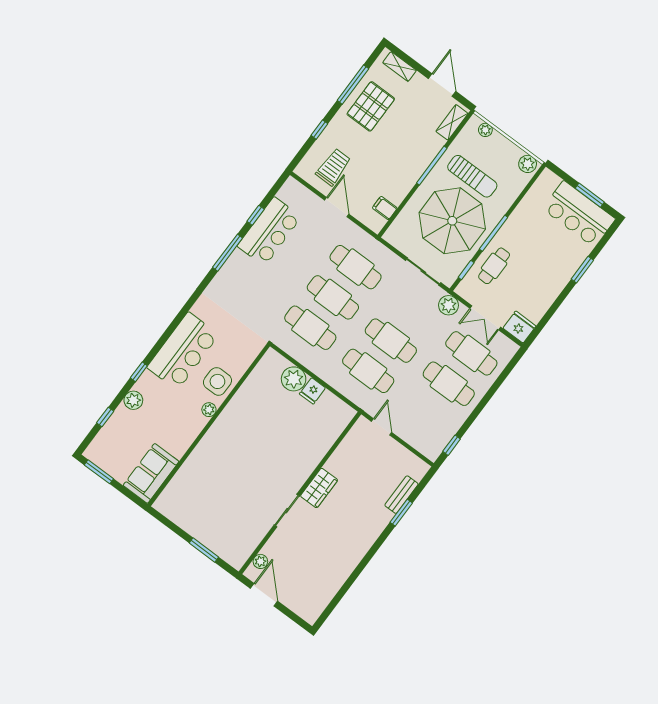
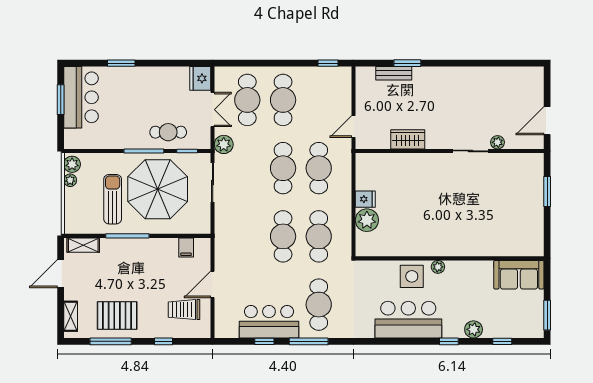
plant: (485, 130) -> (70, 180), moved
cafe table: (356, 267) -> (319, 305), moved
wardrobe: (319, 488) -> (408, 139), moved
plant: (260, 561) -> (498, 142), moved

